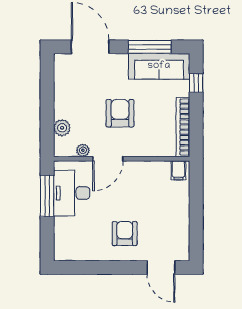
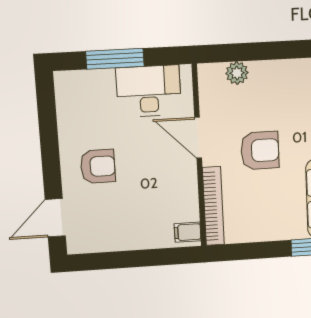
bookcase: (183, 127) -> (213, 206), moved, turned 90
plant: (83, 150) -> (208, 103), removed
window: (47, 196) -> (115, 59), moved

